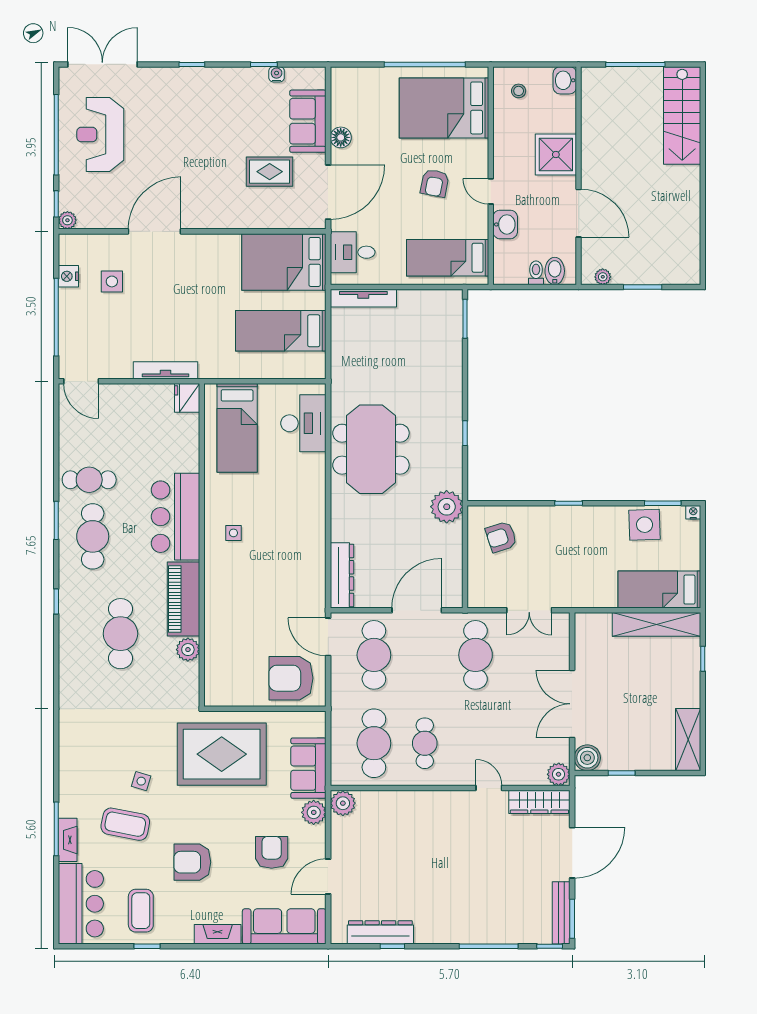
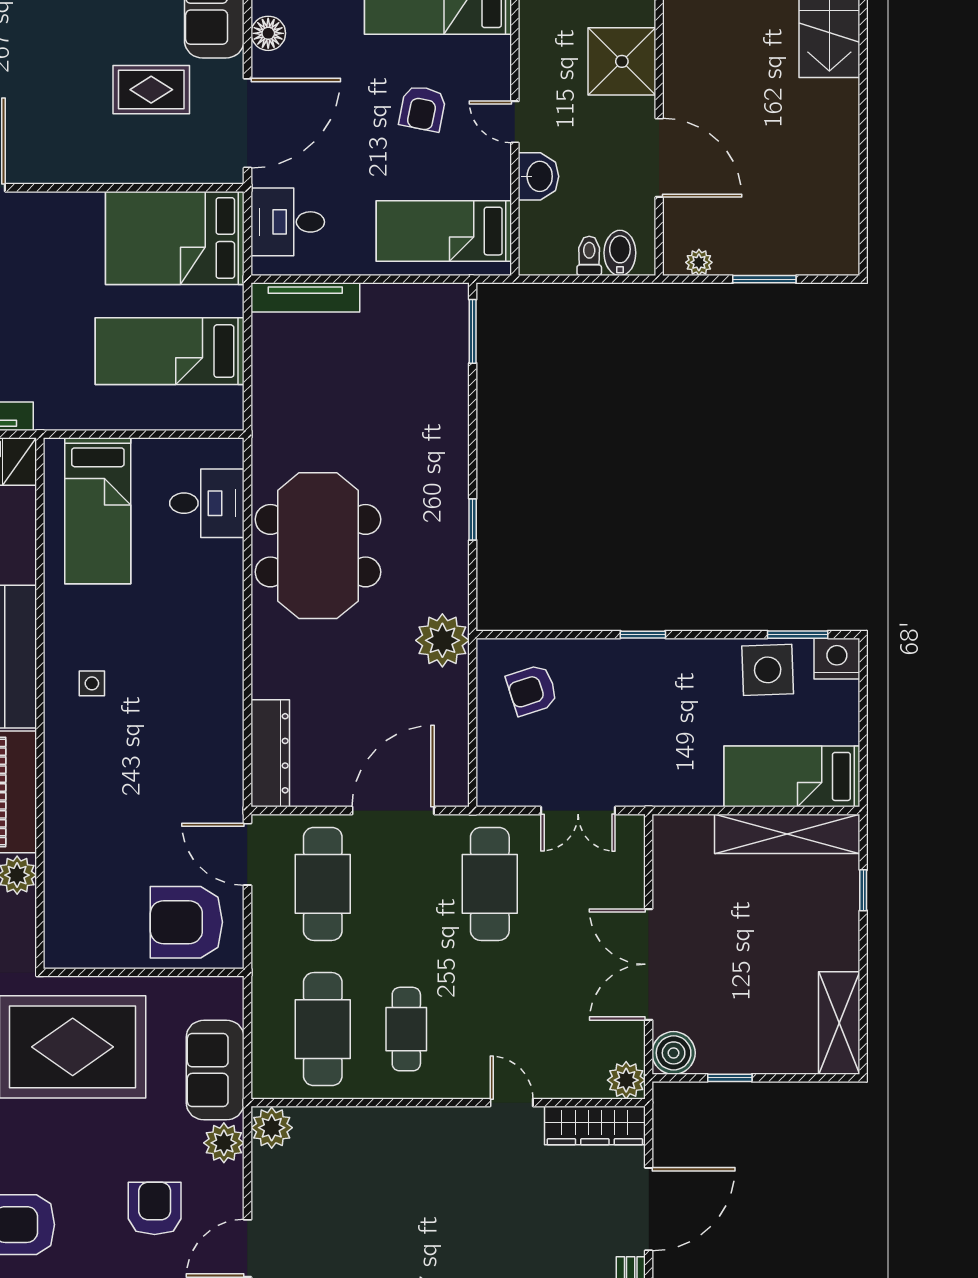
desk: (303, 423) -> (207, 503), width x0.73
nightstand: (693, 512) -> (837, 659), width x1.89, depth x1.79

